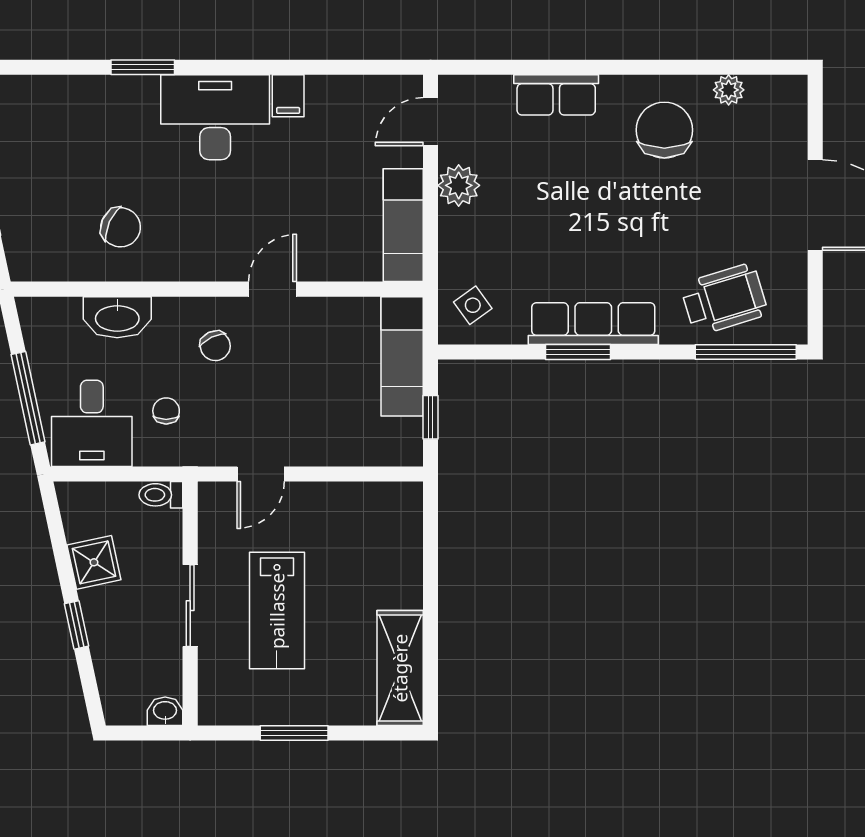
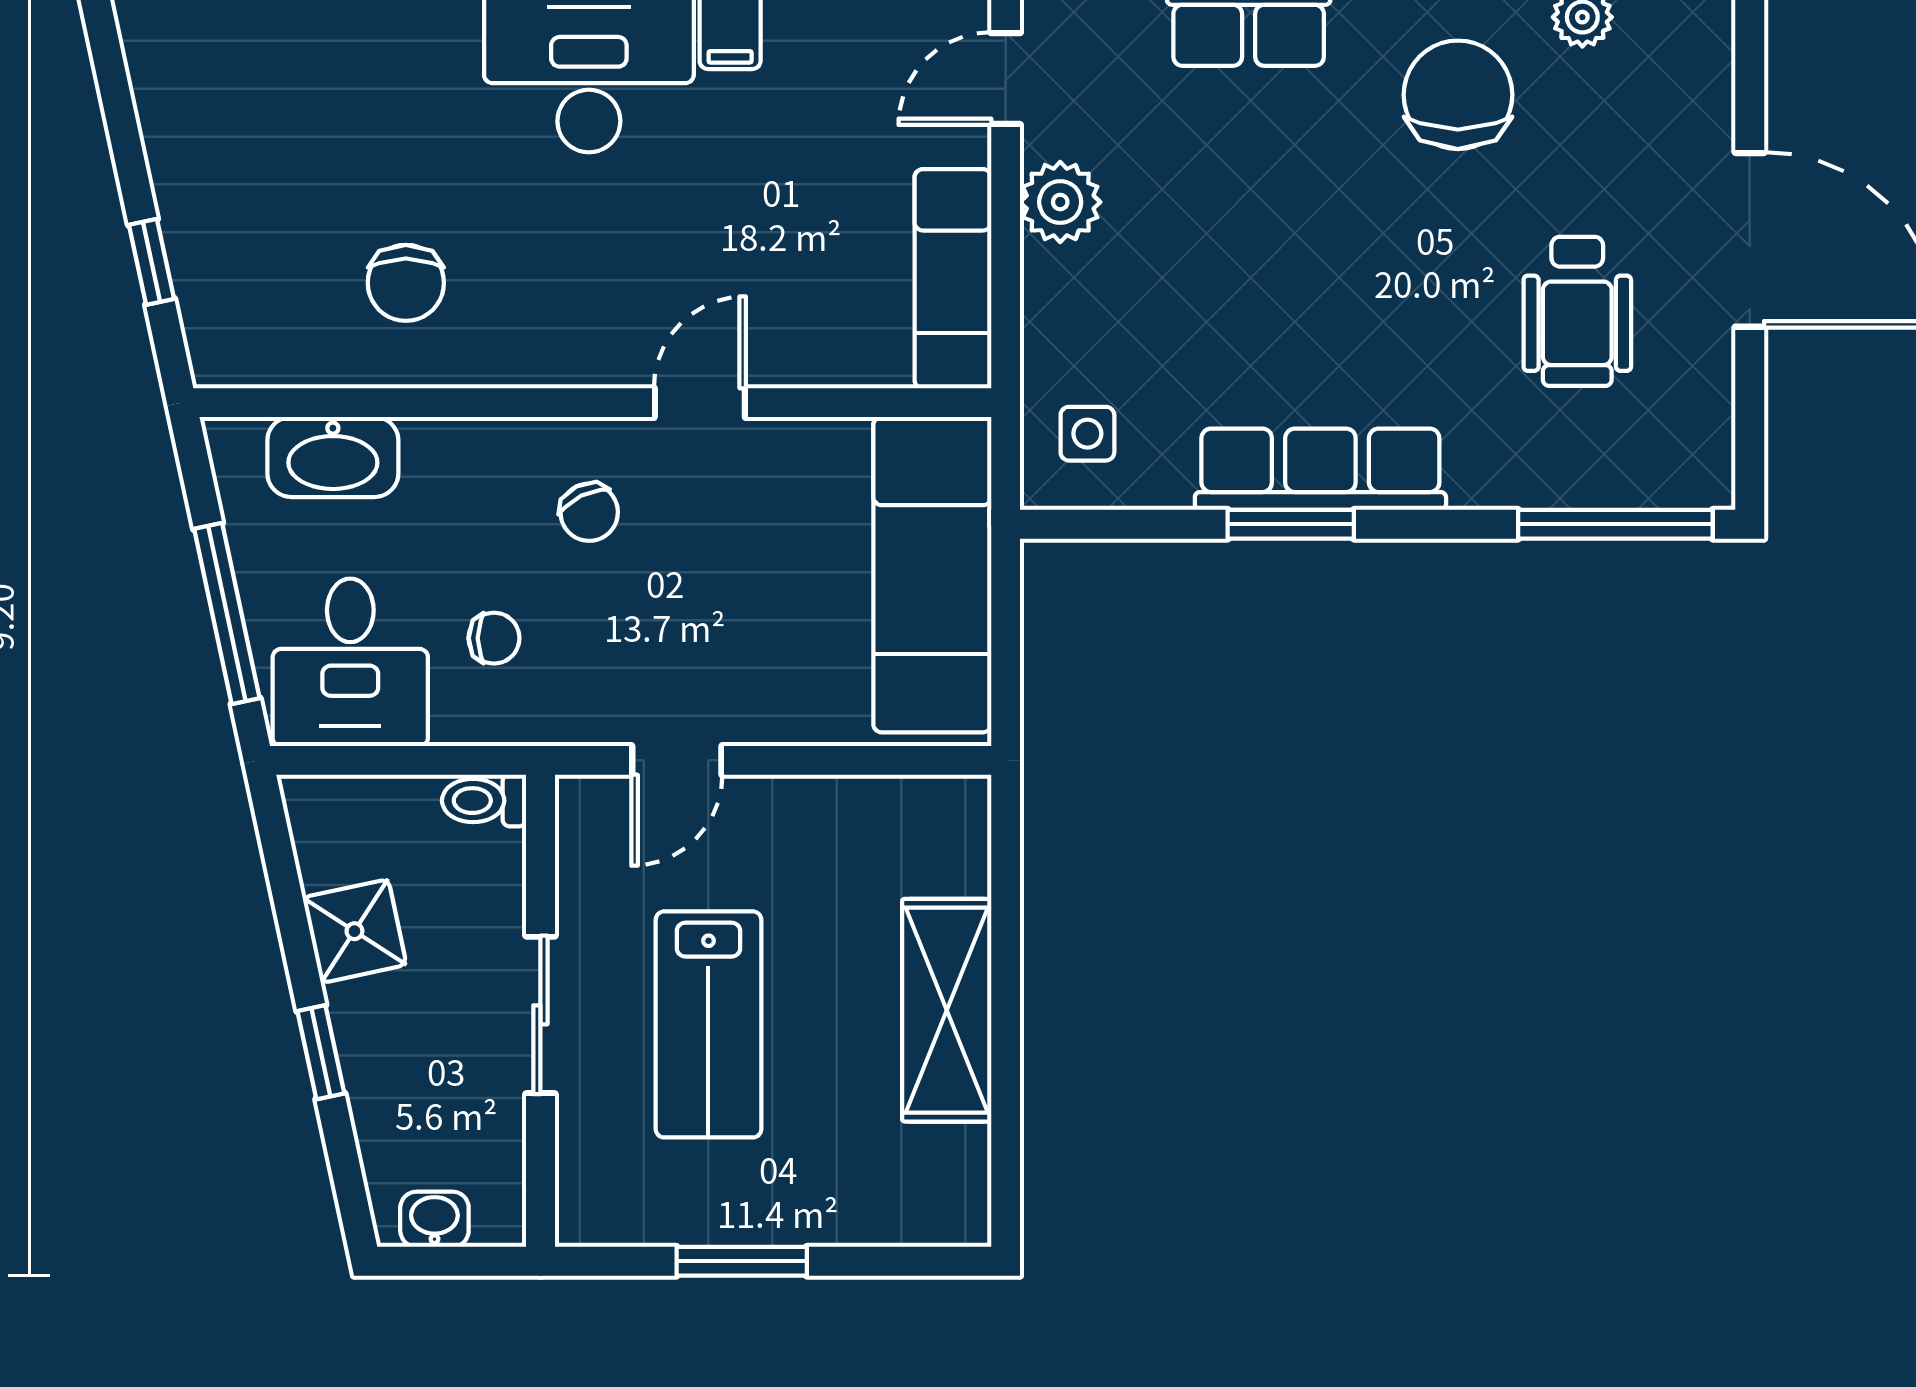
chair: (121, 227) -> (406, 283), turned 66
wheelchair: (724, 299) -> (1577, 311), moved, turned 107
side table: (473, 305) -> (1087, 434), turned 36
washbasin: (117, 317) -> (333, 457), moved
exam couch: (402, 356) -> (932, 575), width x1.36, depth x1.45
chair: (166, 411) -> (494, 638), turned 90
window: (431, 417) -> (1006, 650), removed
shelving: (400, 668) -> (947, 1010), moved
washbasin: (165, 711) -> (434, 1219), moved

